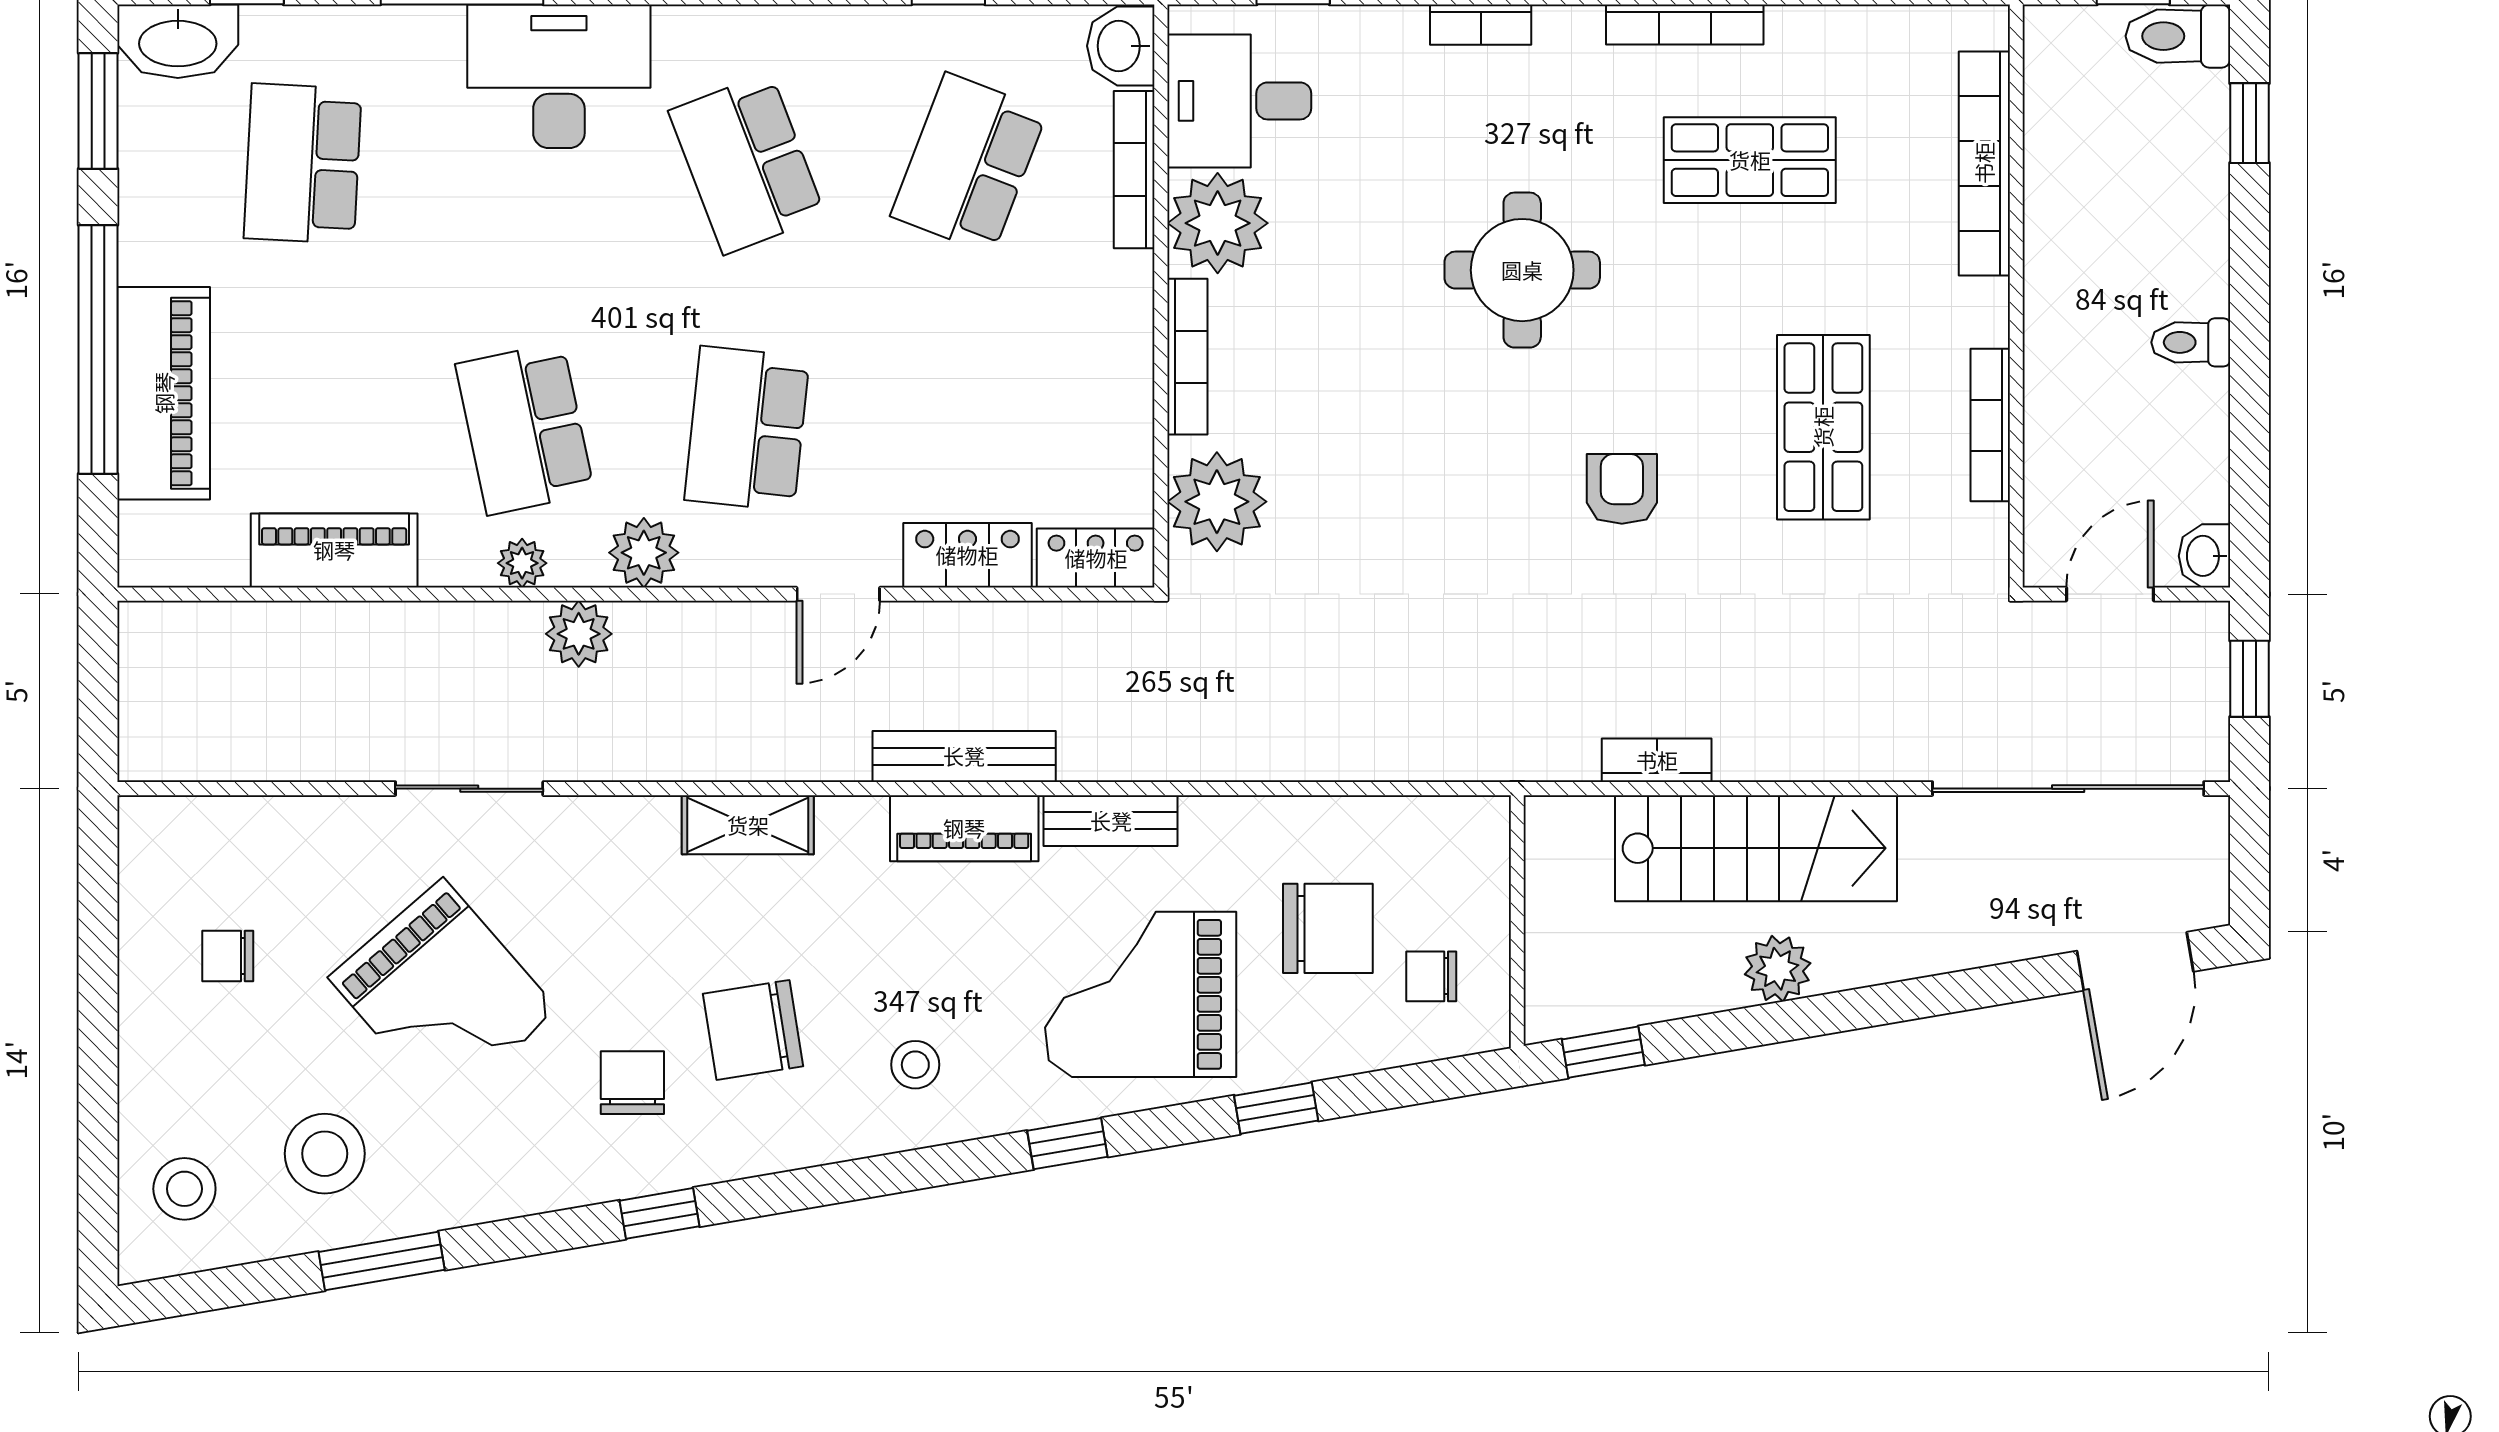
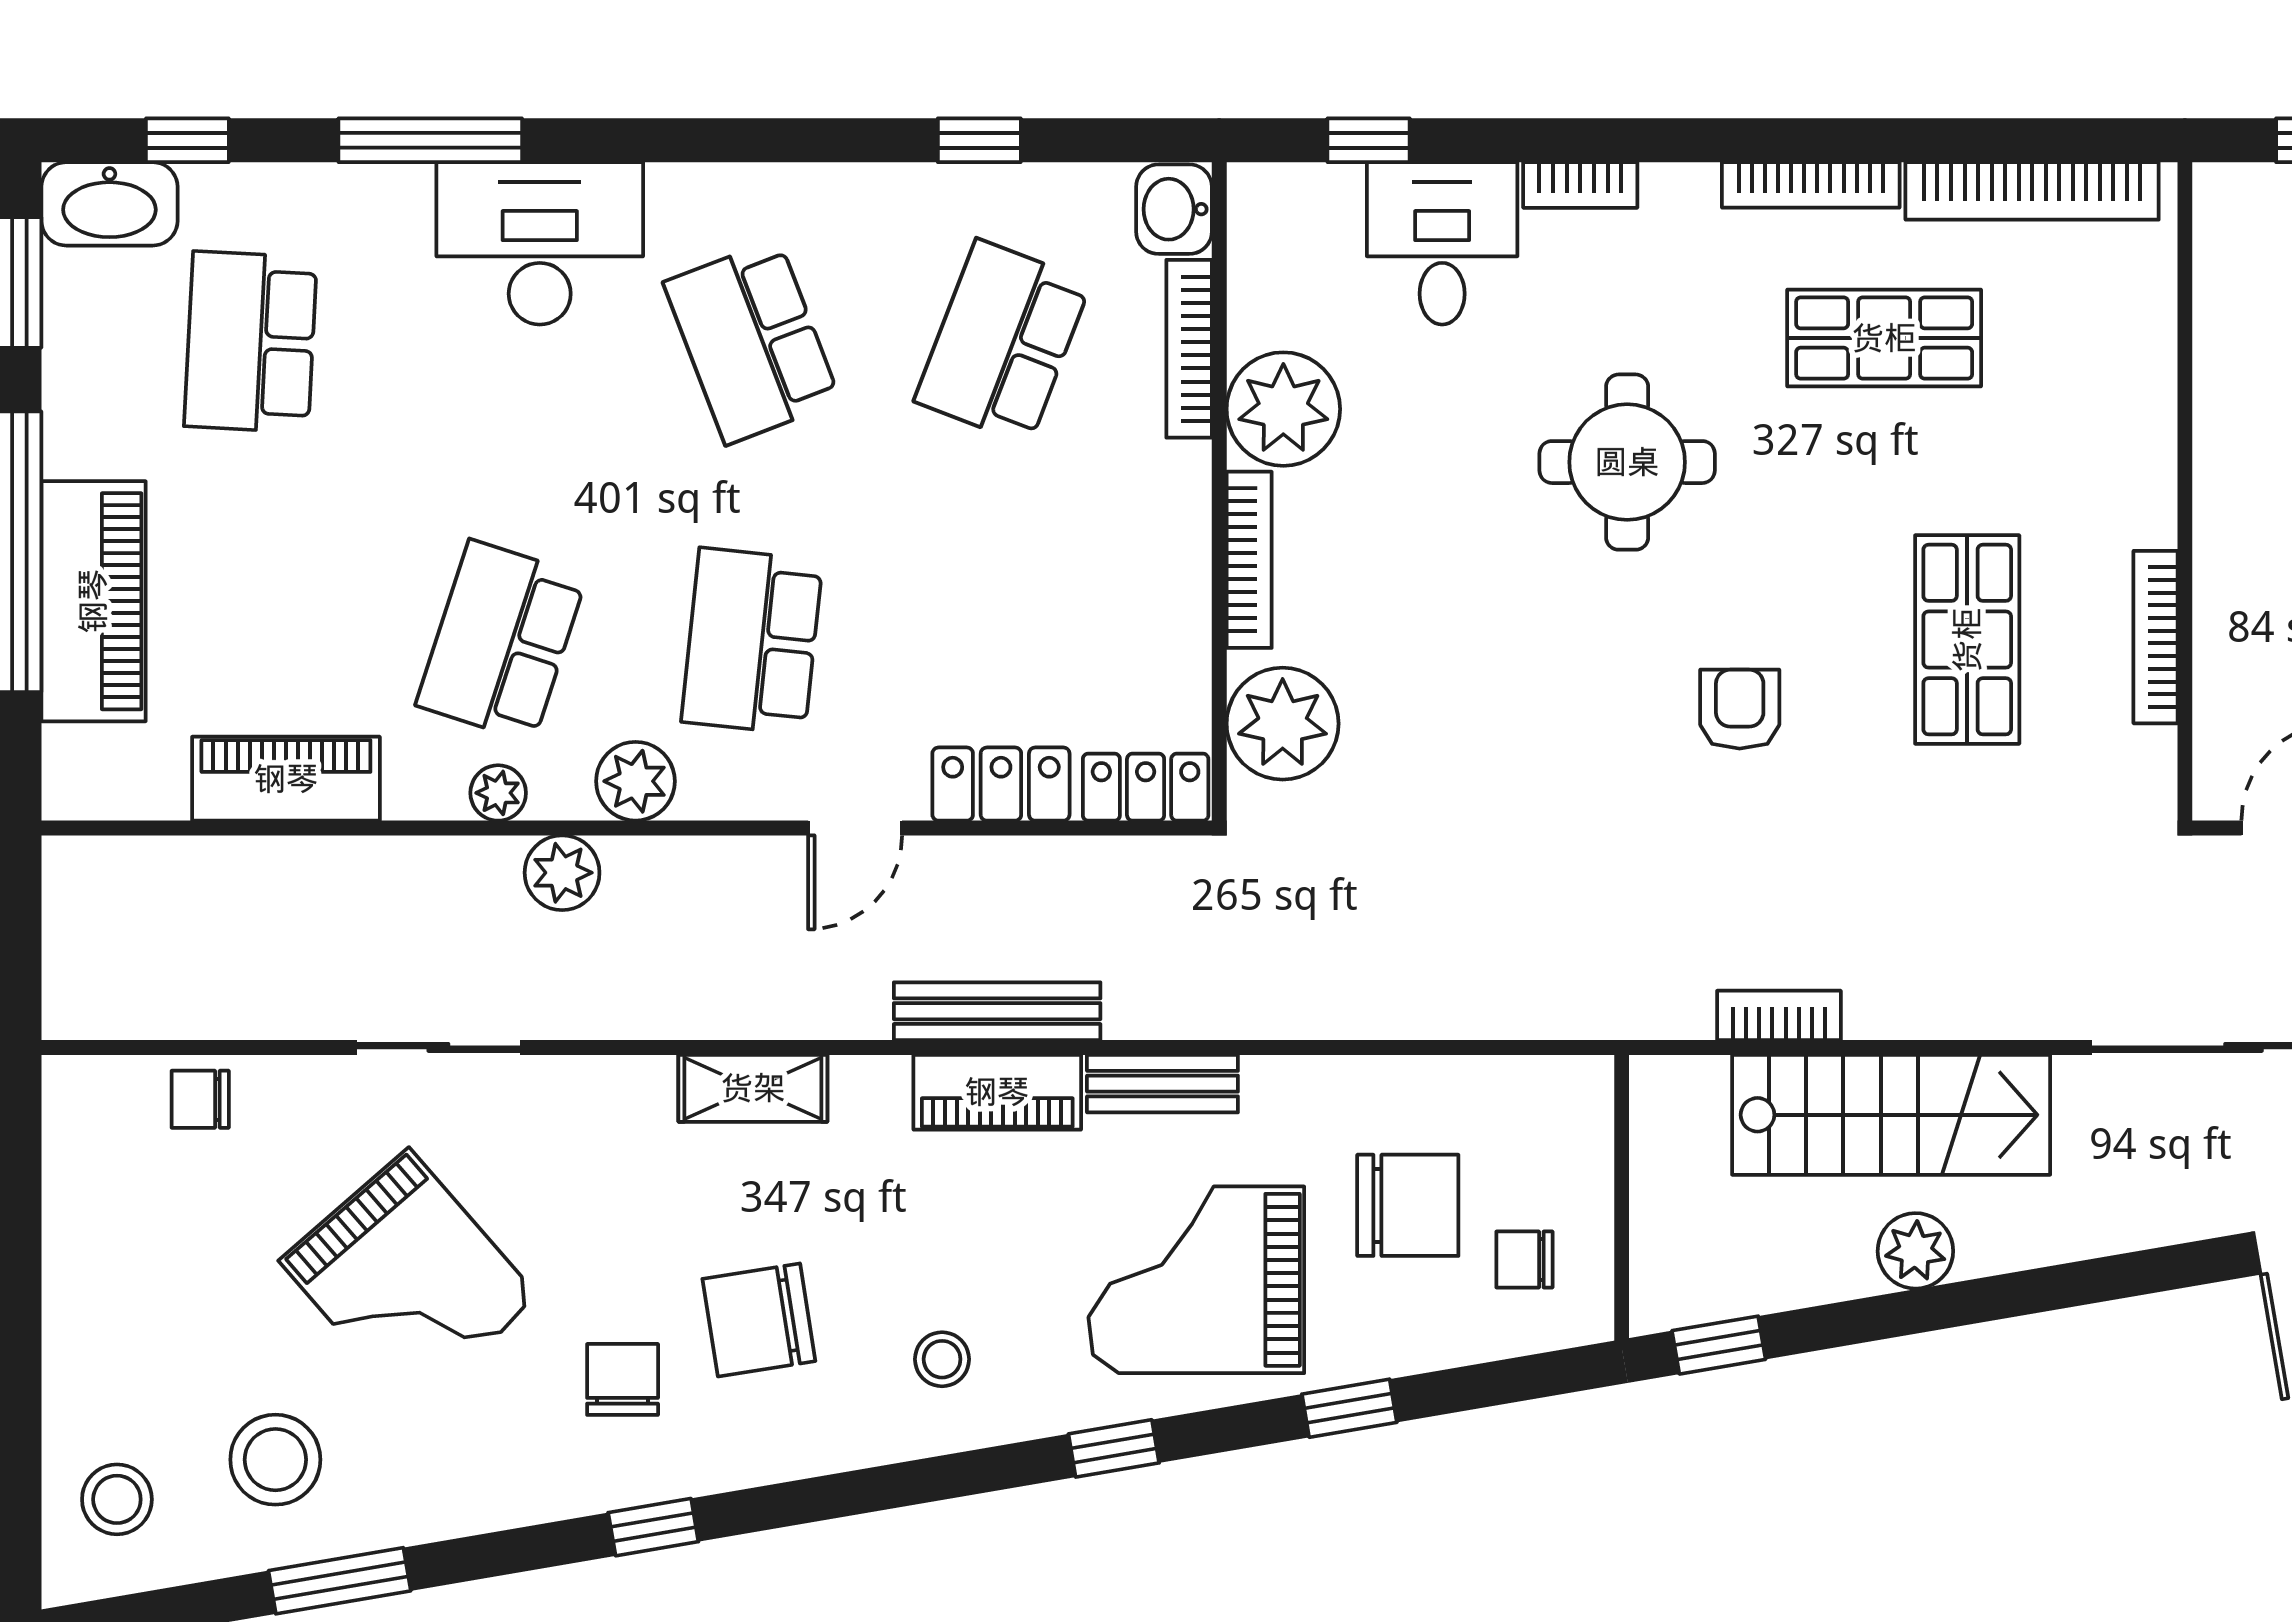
desk: (1239, 101) -> (1442, 243), moved, turned 90
bookcase: (1984, 163) -> (2032, 191), moved, turned -90
school desk: (525, 429) -> (501, 641), turned 30
chair: (228, 956) -> (200, 1099), moved

